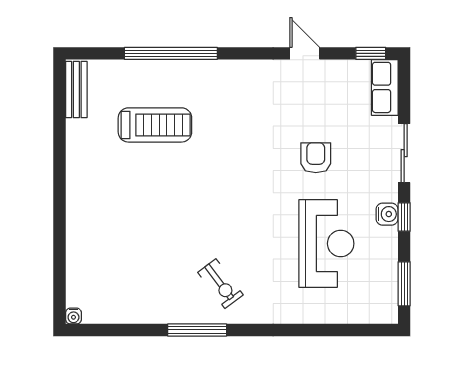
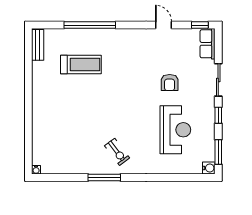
armchair: (316, 158) -> (170, 83), turned 180
water cooler: (387, 214) -> (209, 168), moved

